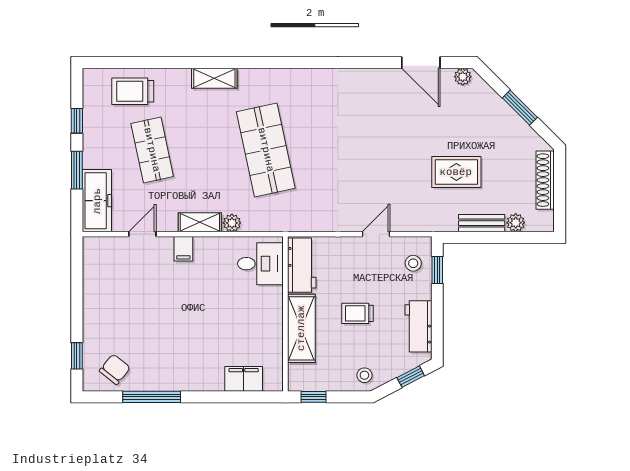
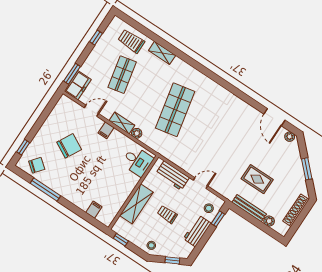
shelving: (214, 78) -> (162, 53), moved
window: (77, 170) -> (72, 74), moved
freezer: (97, 201) -> (78, 85), width x0.71
bench: (482, 223) -> (249, 208), width x1.36
workbench: (302, 265) -> (173, 176), moved, turned 90
chair: (144, 309) -> (69, 146), added
workbench: (418, 326) -> (197, 231), moved
filing cabinet: (244, 379) -> (94, 210), width x0.50

